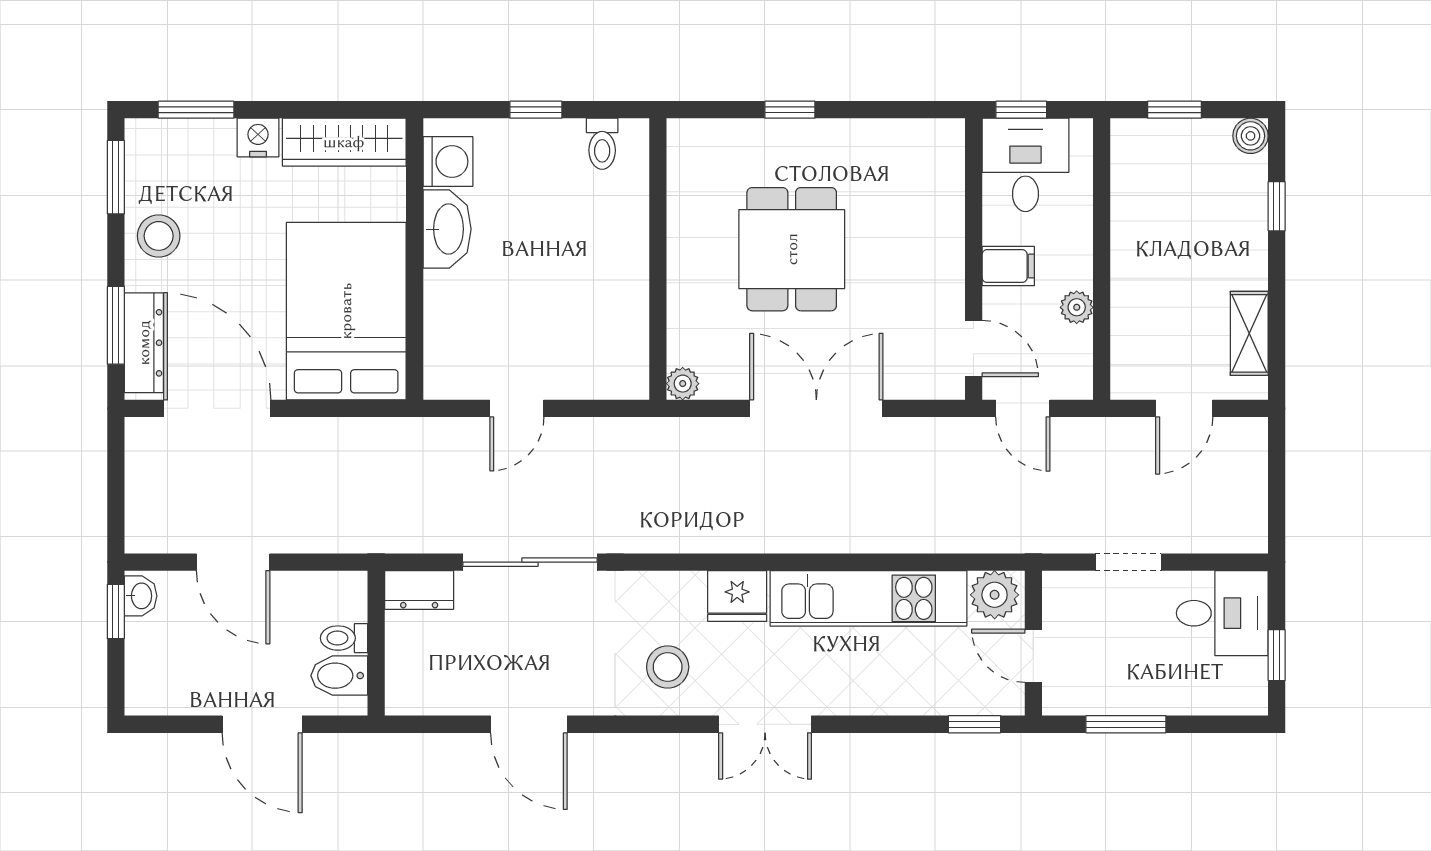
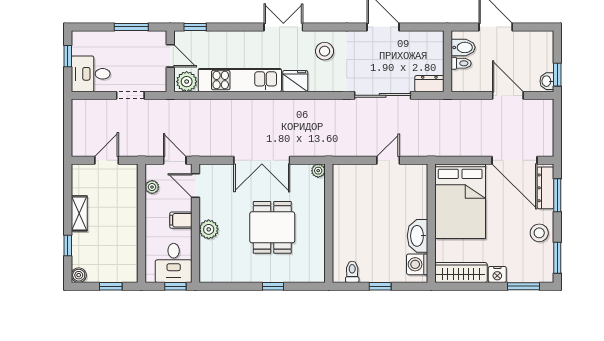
plant: (942, 244) -> (209, 229), added
plant: (1077, 307) -> (152, 187), moved
shelving: (1249, 333) -> (79, 213), moved

